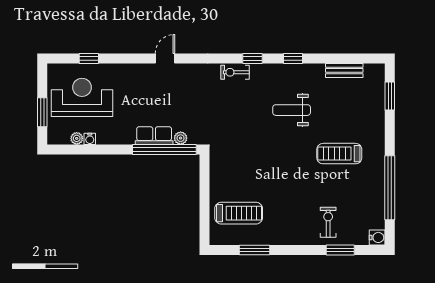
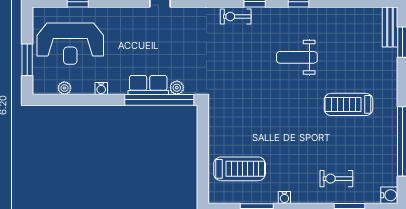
bench: (344, 70) -> (390, 27), moved, turned 90
reception desk: (82, 97) -> (70, 44), turned 180
water cooler: (90, 139) -> (101, 89), moved
exercise bike: (328, 222) -> (336, 179), turned -90
water cooler: (280, 240) -> (284, 197), added

